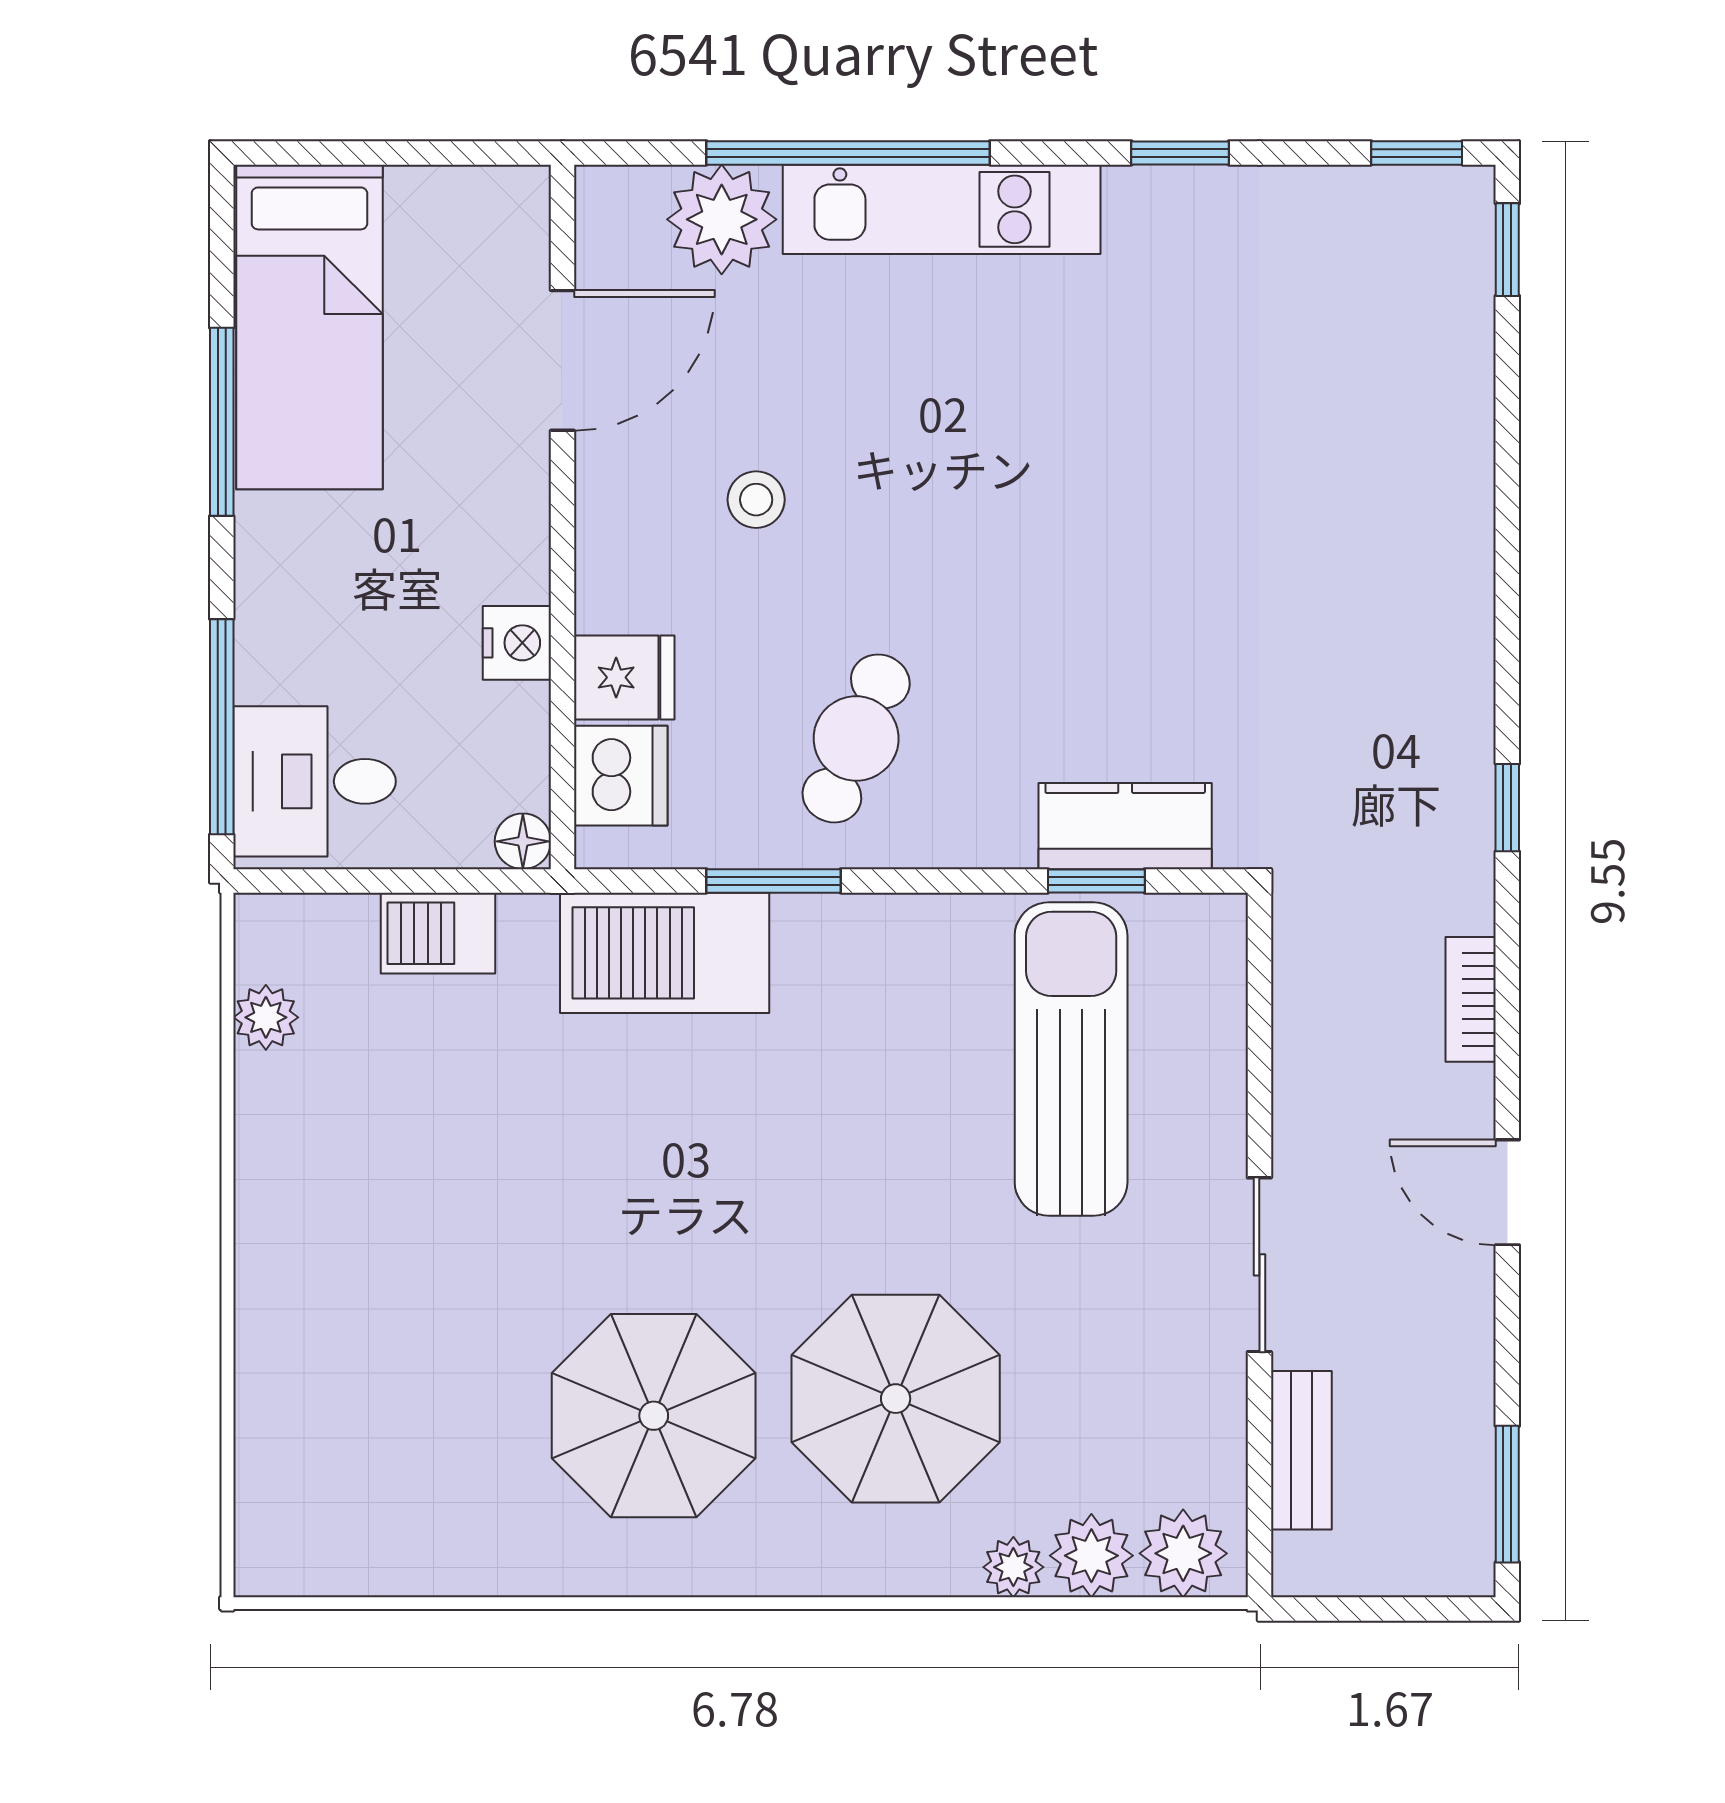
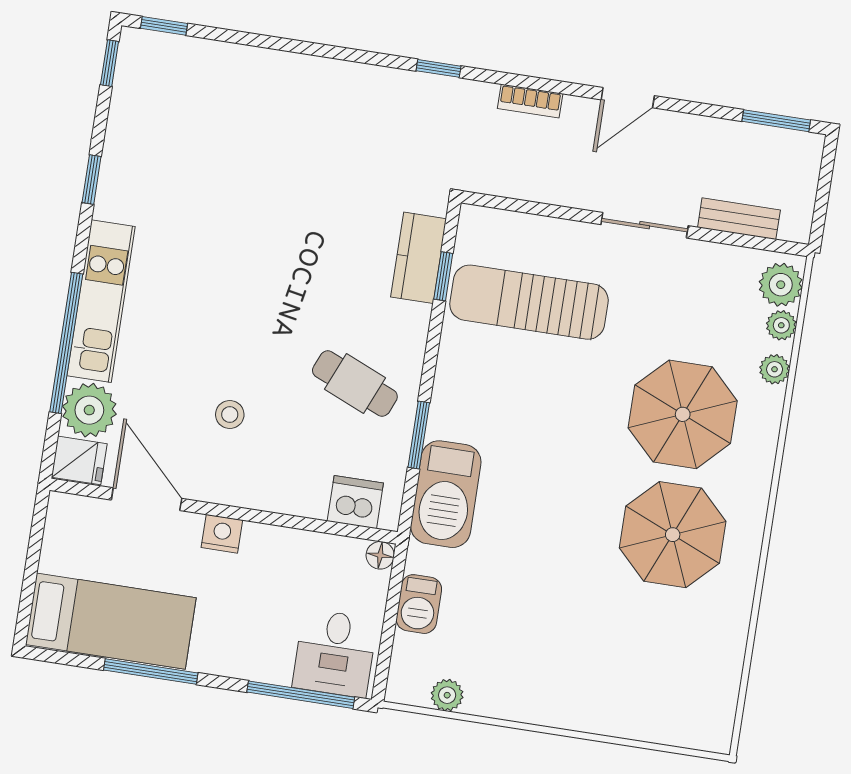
nightstand: (517, 643) -> (222, 534), moved
fridge: (624, 677) -> (79, 460), moved, turned 90
plant: (1091, 1556) -> (781, 325), width x0.73, depth x0.73

